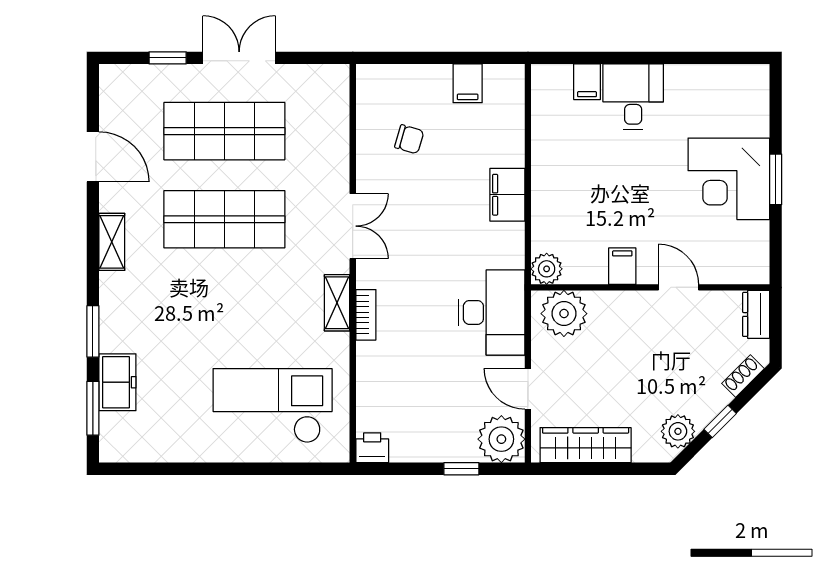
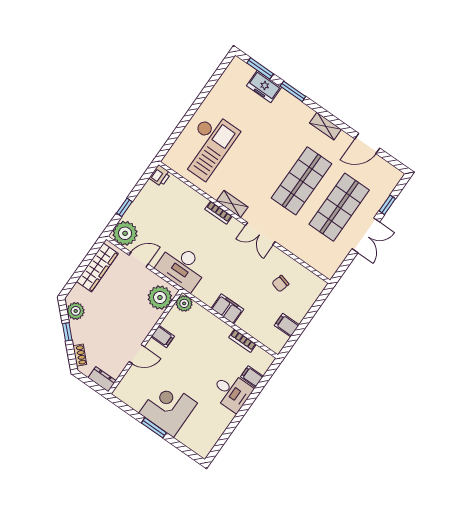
bookcase: (541, 136) -> (242, 341), added

